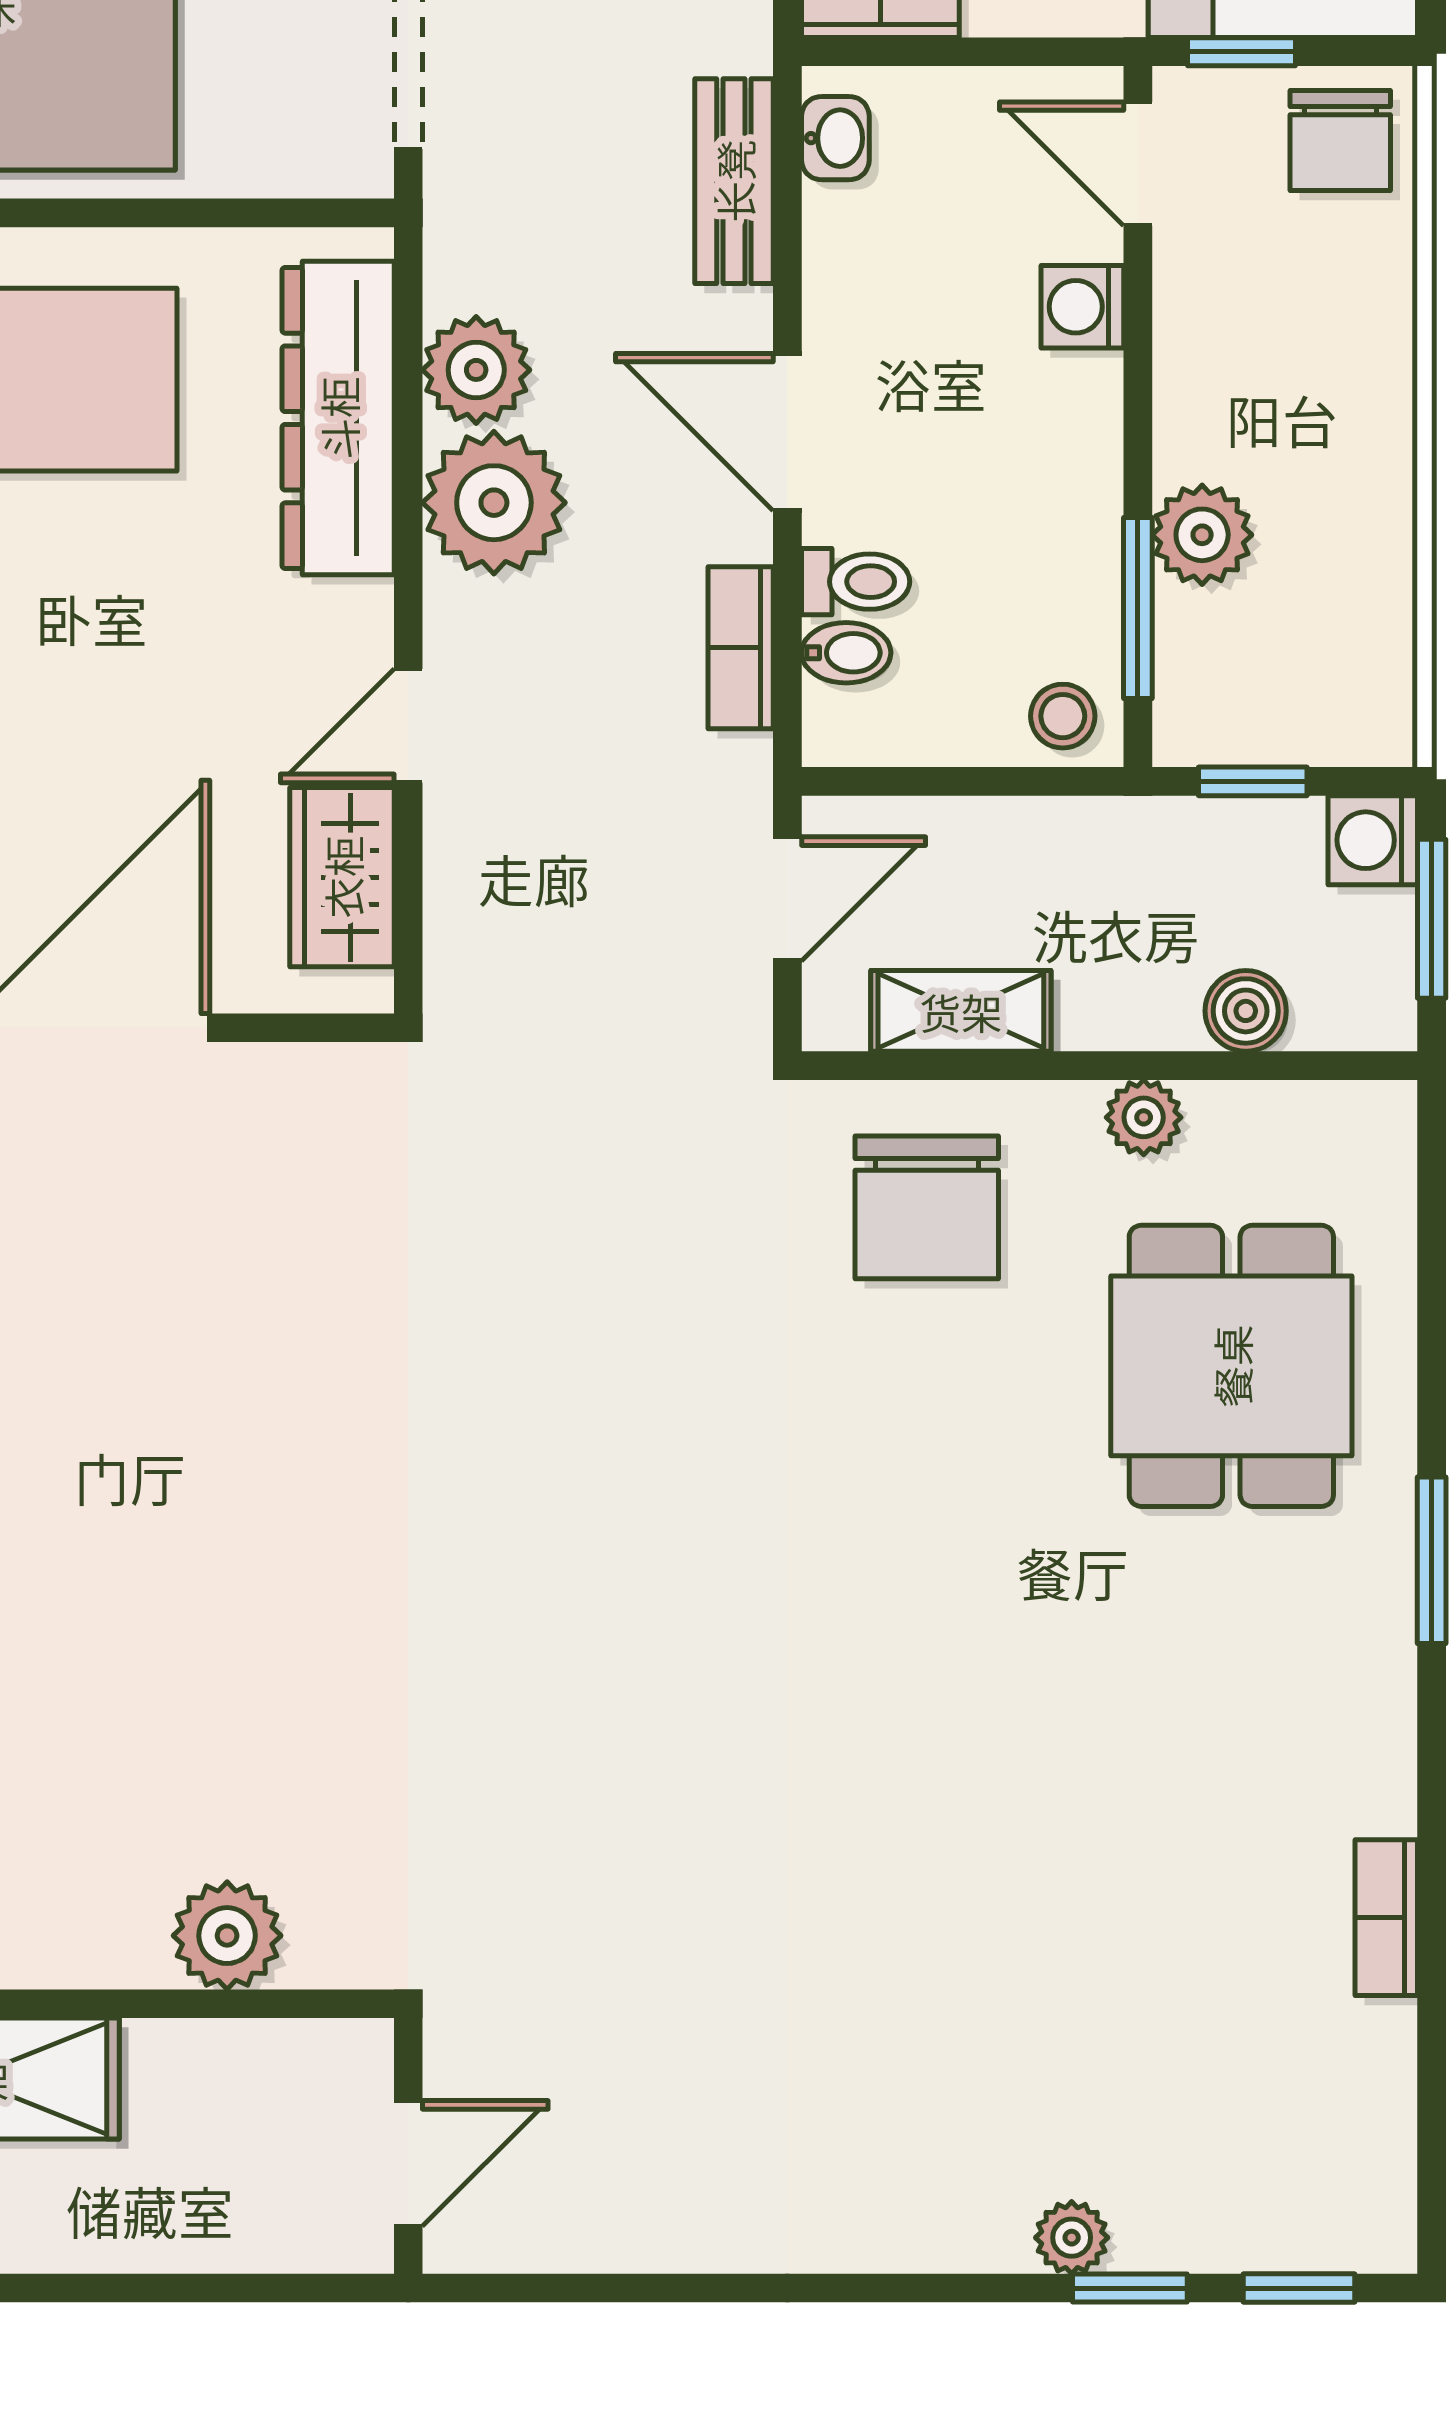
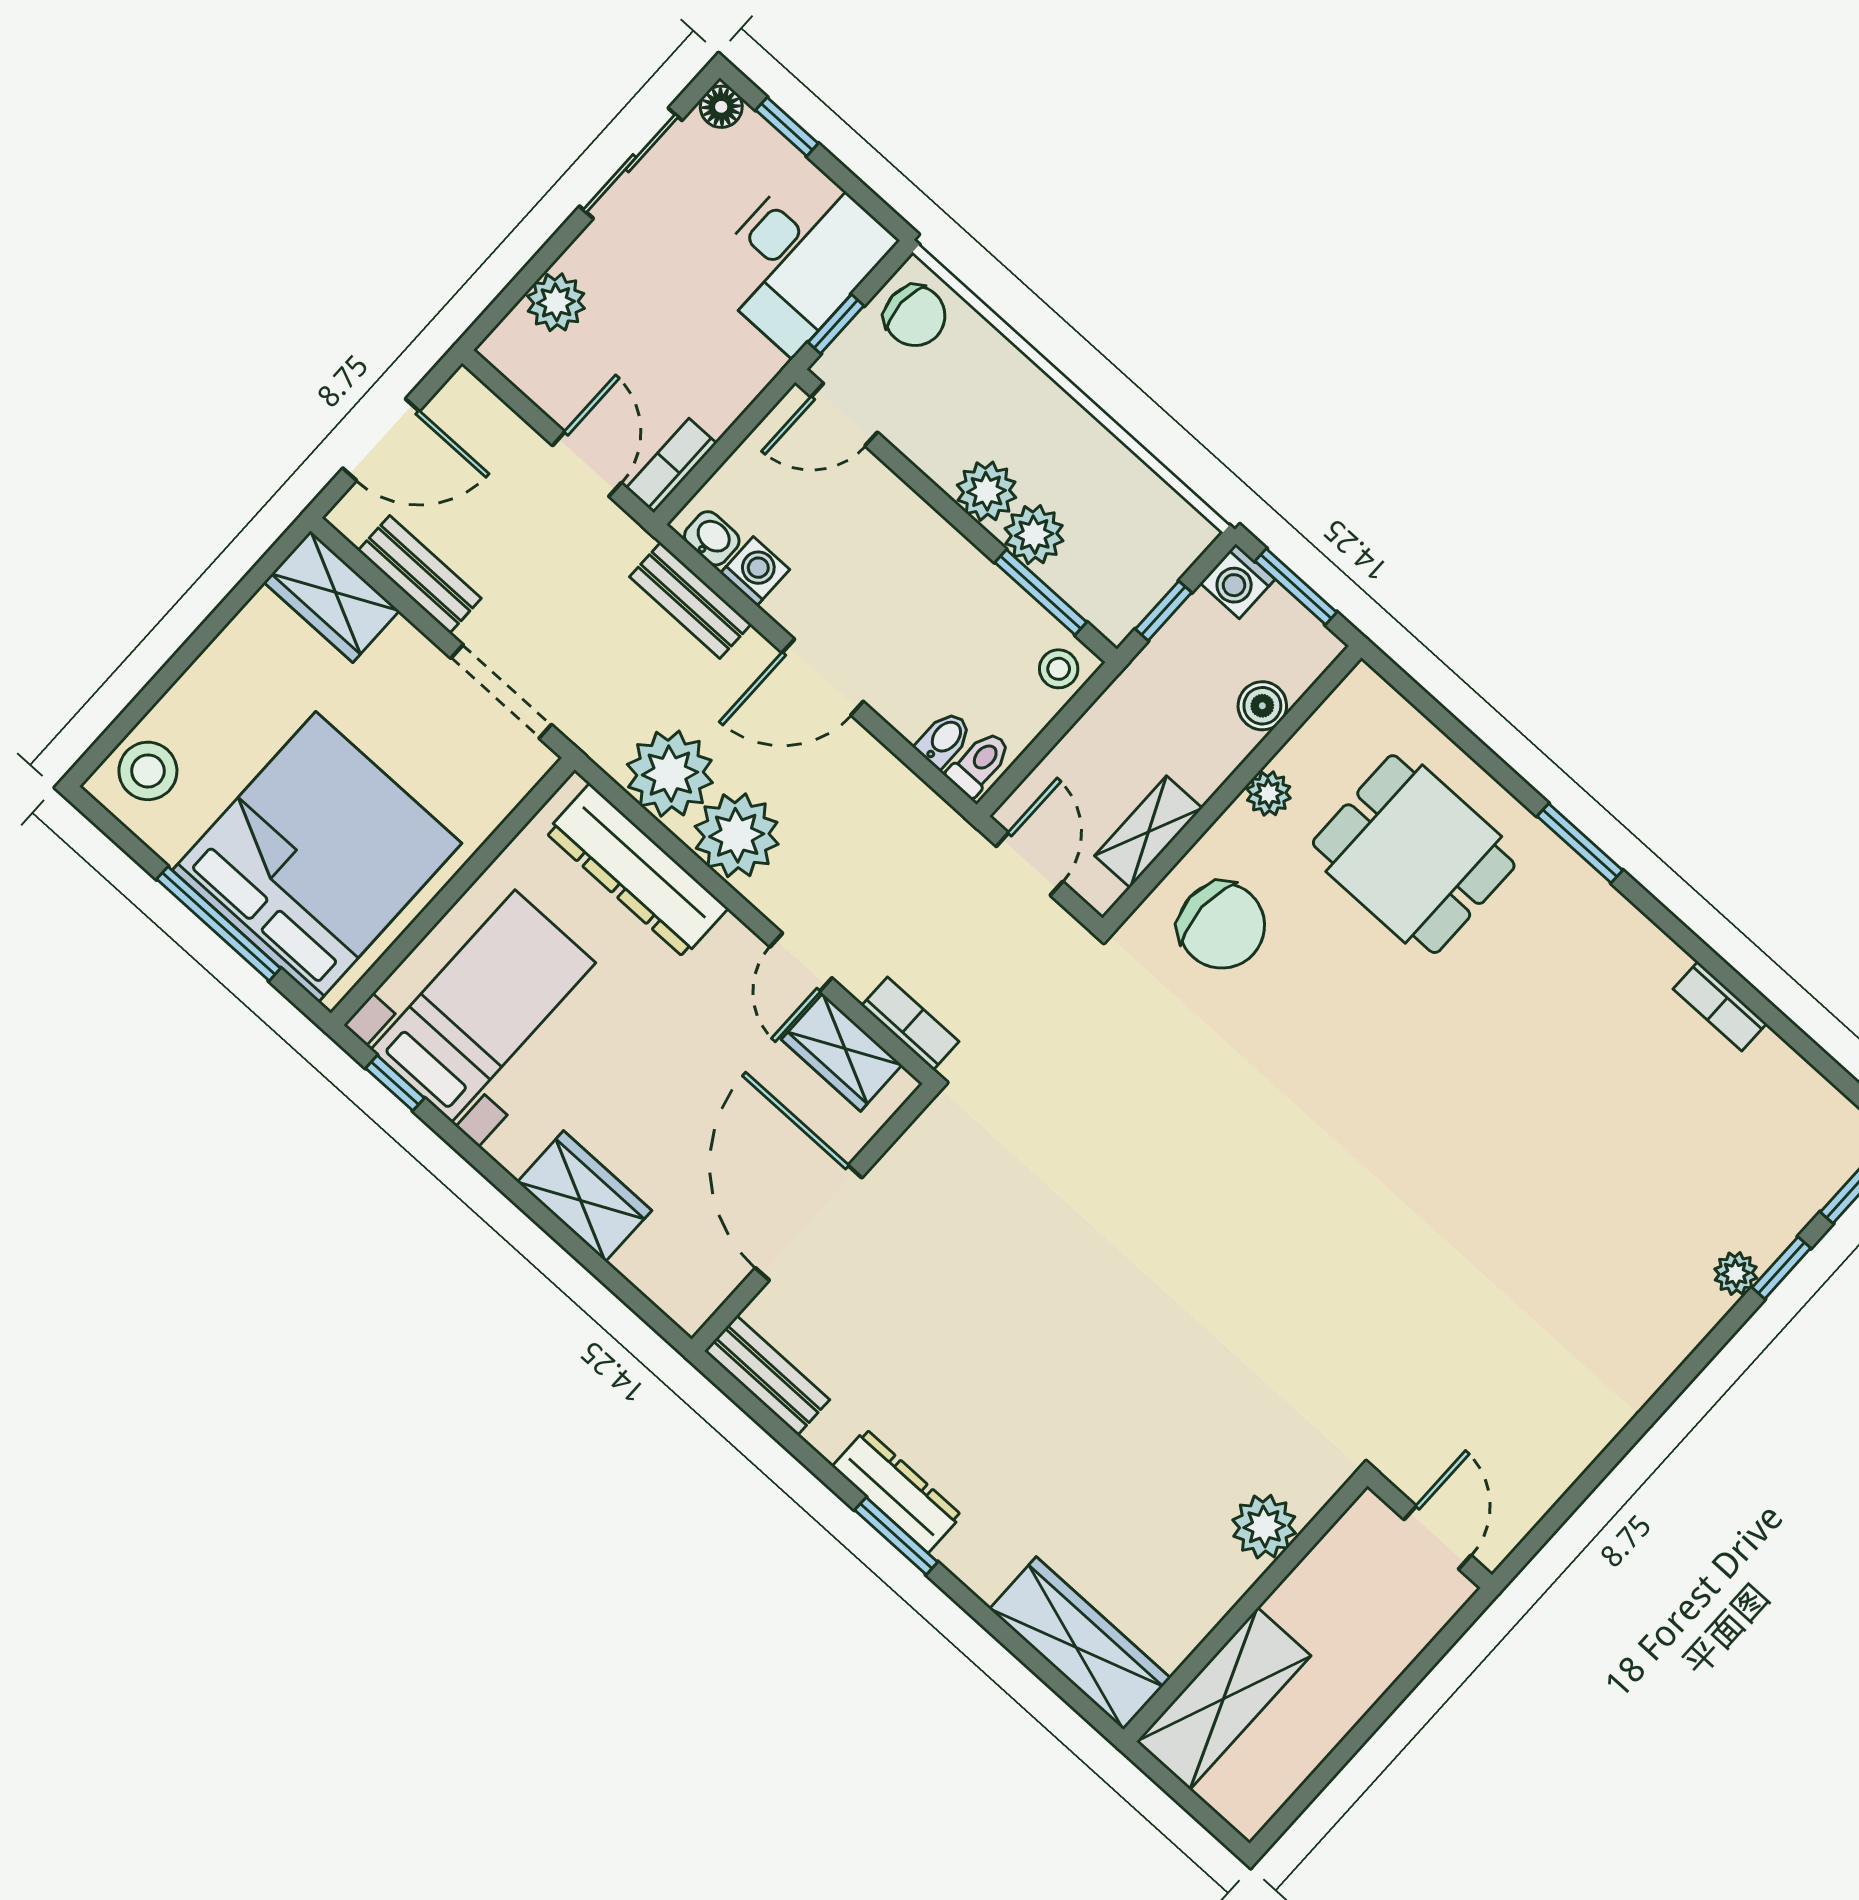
washing machine: (1082, 307) -> (755, 571), moved, turned 180
plant: (476, 370) -> (670, 774), width x1.36, depth x1.36
plant: (1203, 427) -> (986, 491), added
toilet: (856, 582) -> (979, 764), moved
bookcase: (741, 648) -> (910, 1024), moved, turned 180

